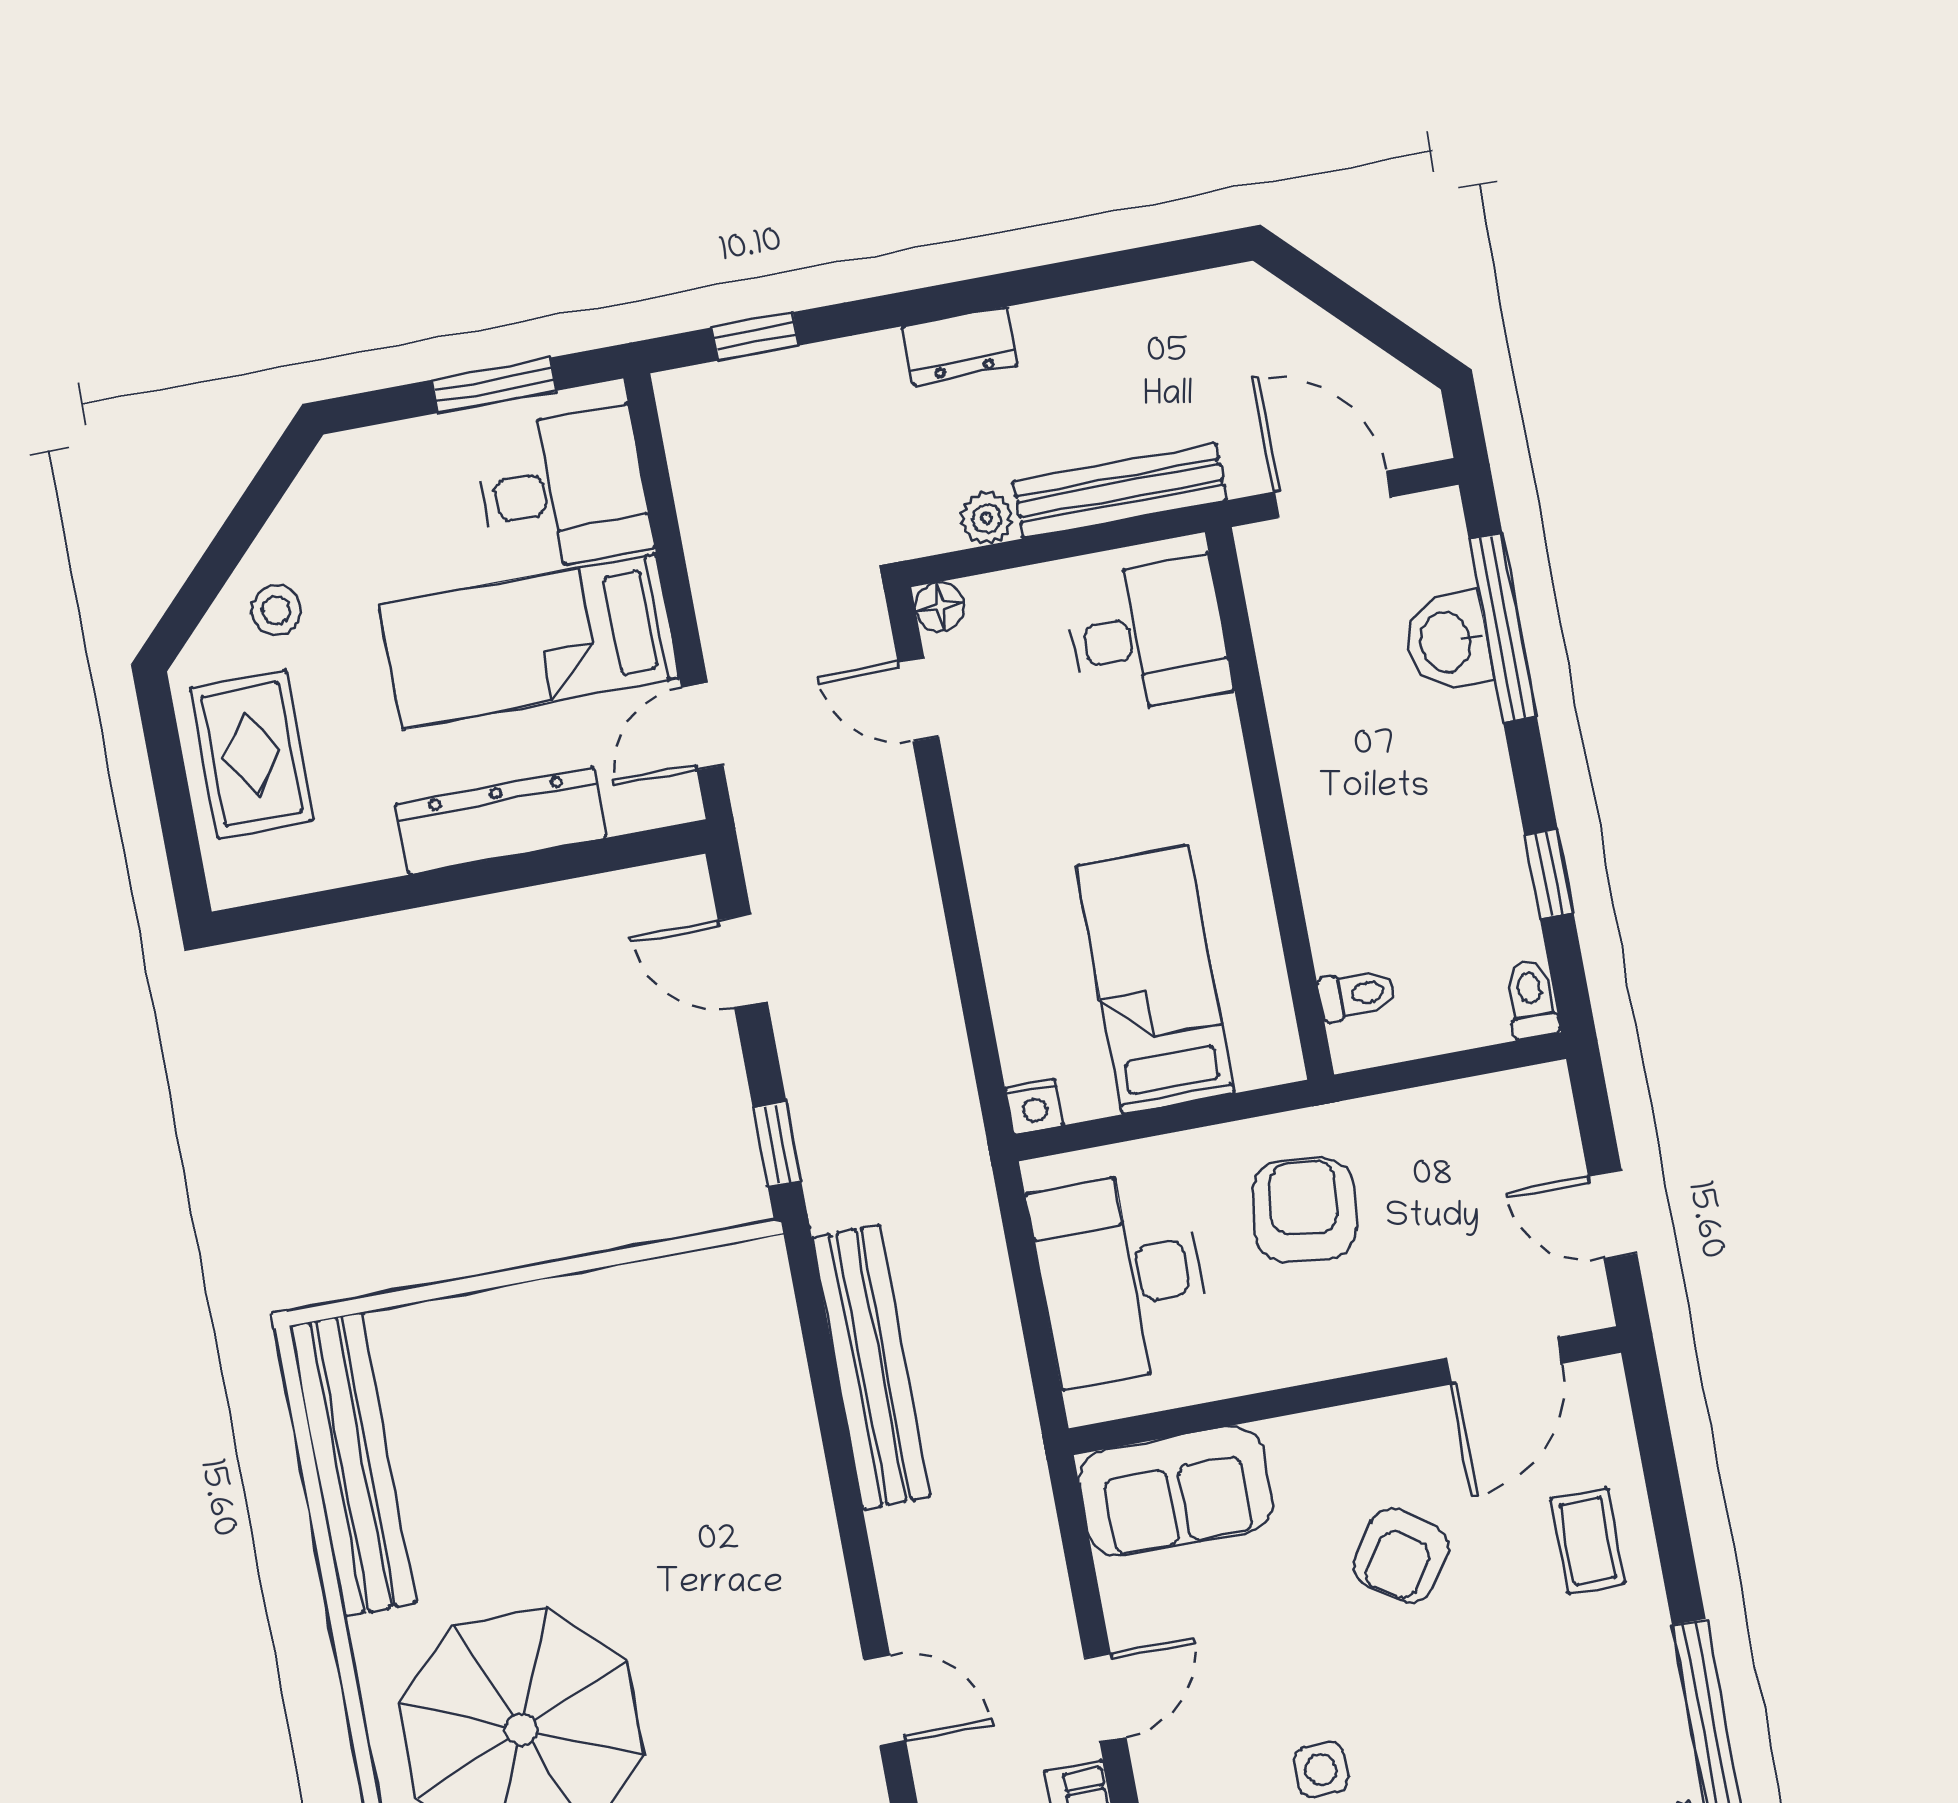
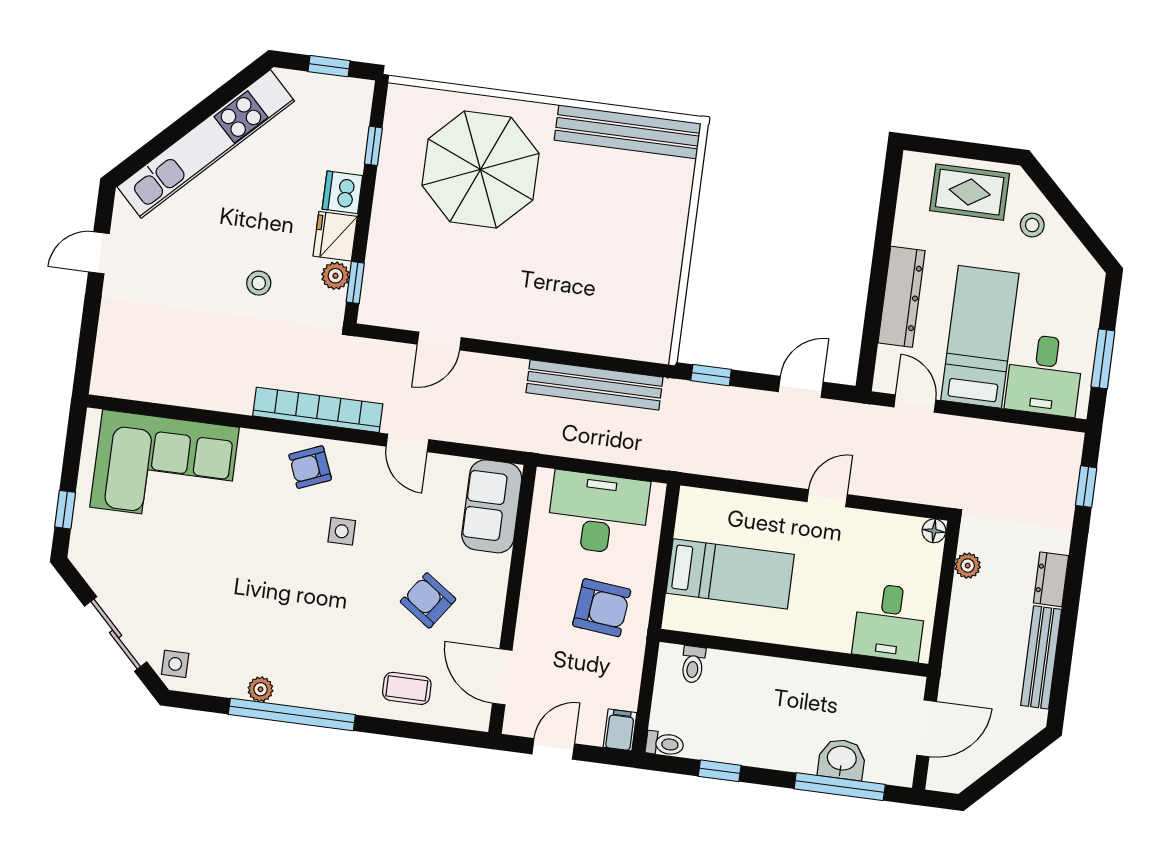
bench: (1120, 491) -> (1041, 657), moved
door: (918, 699) -> (827, 498), moved
filing cabinet: (1533, 1096) -> (620, 730), added
nightstand: (1034, 1106) -> (690, 499), removed

